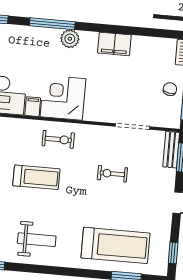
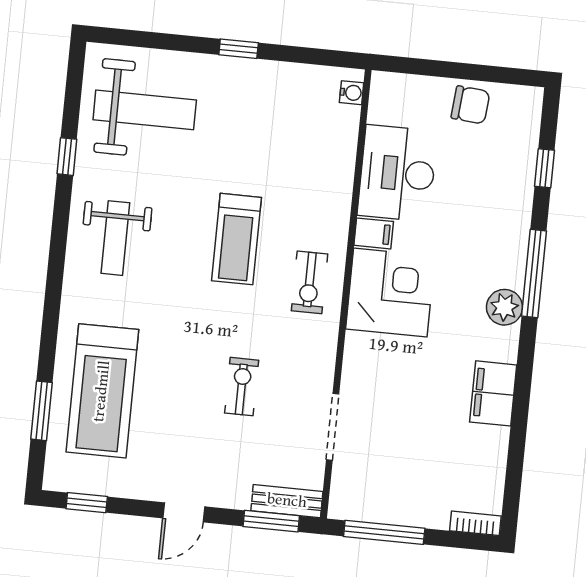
chair: (170, 89) -> (404, 500), removed

